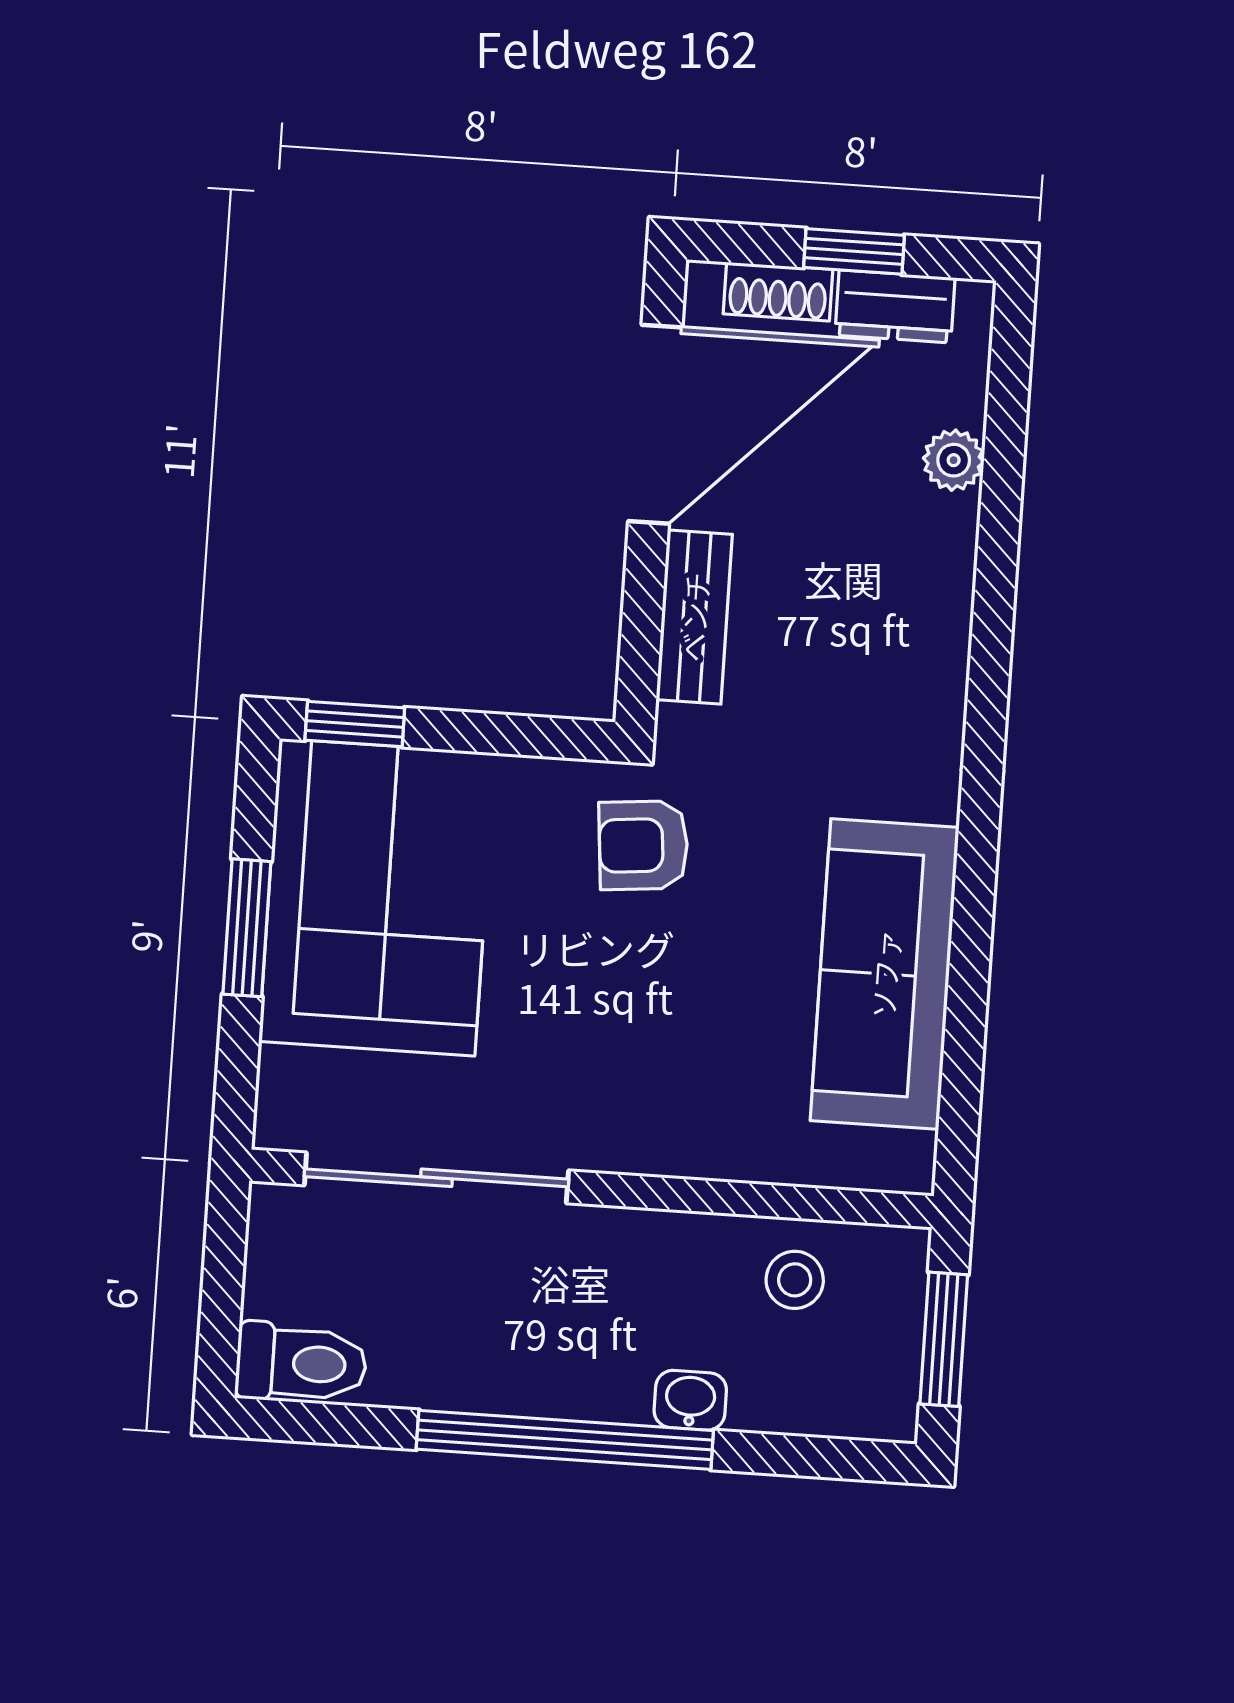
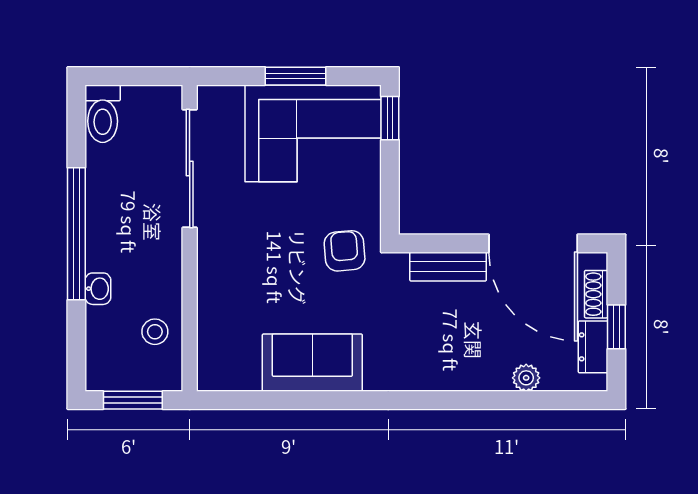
sofa: (885, 974) -> (312, 363), width x0.73

